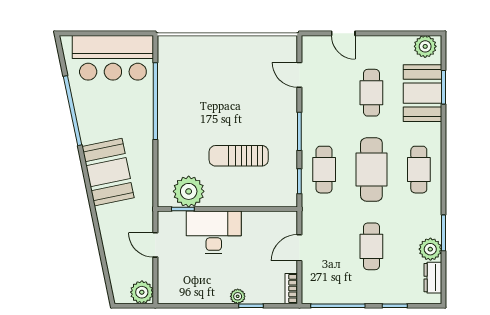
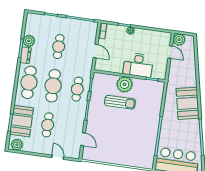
cafe table: (419, 170) -> (29, 82), width x1.37, depth x1.35
plant: (189, 191) -> (125, 84), moved
door: (155, 245) -> (170, 52), moved
door: (299, 248) -> (95, 51), hinge flipped
dresser: (433, 278) -> (25, 55), moved

